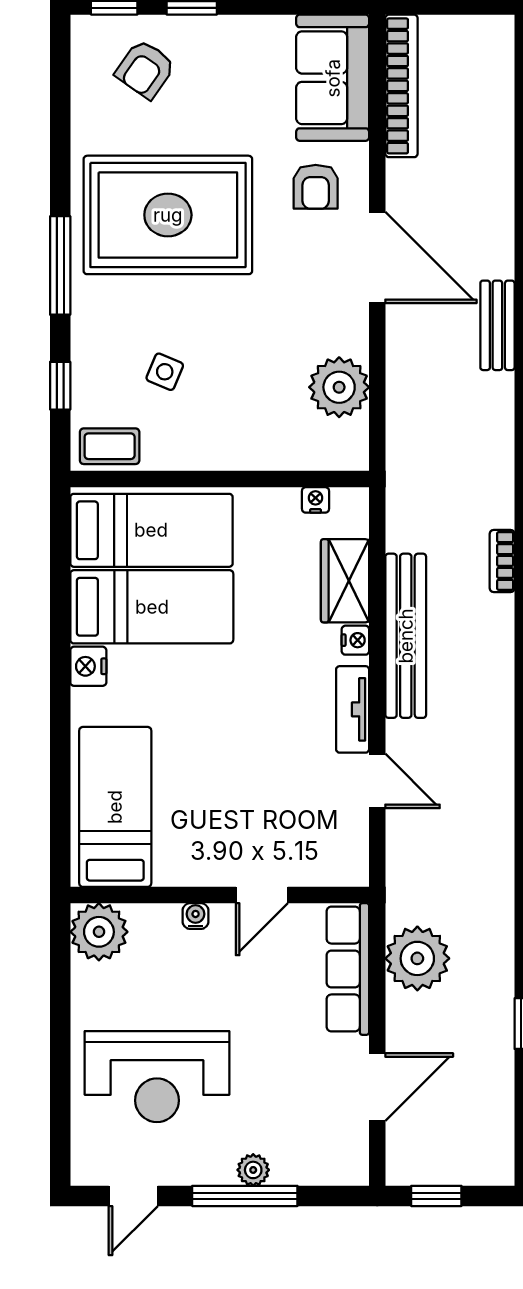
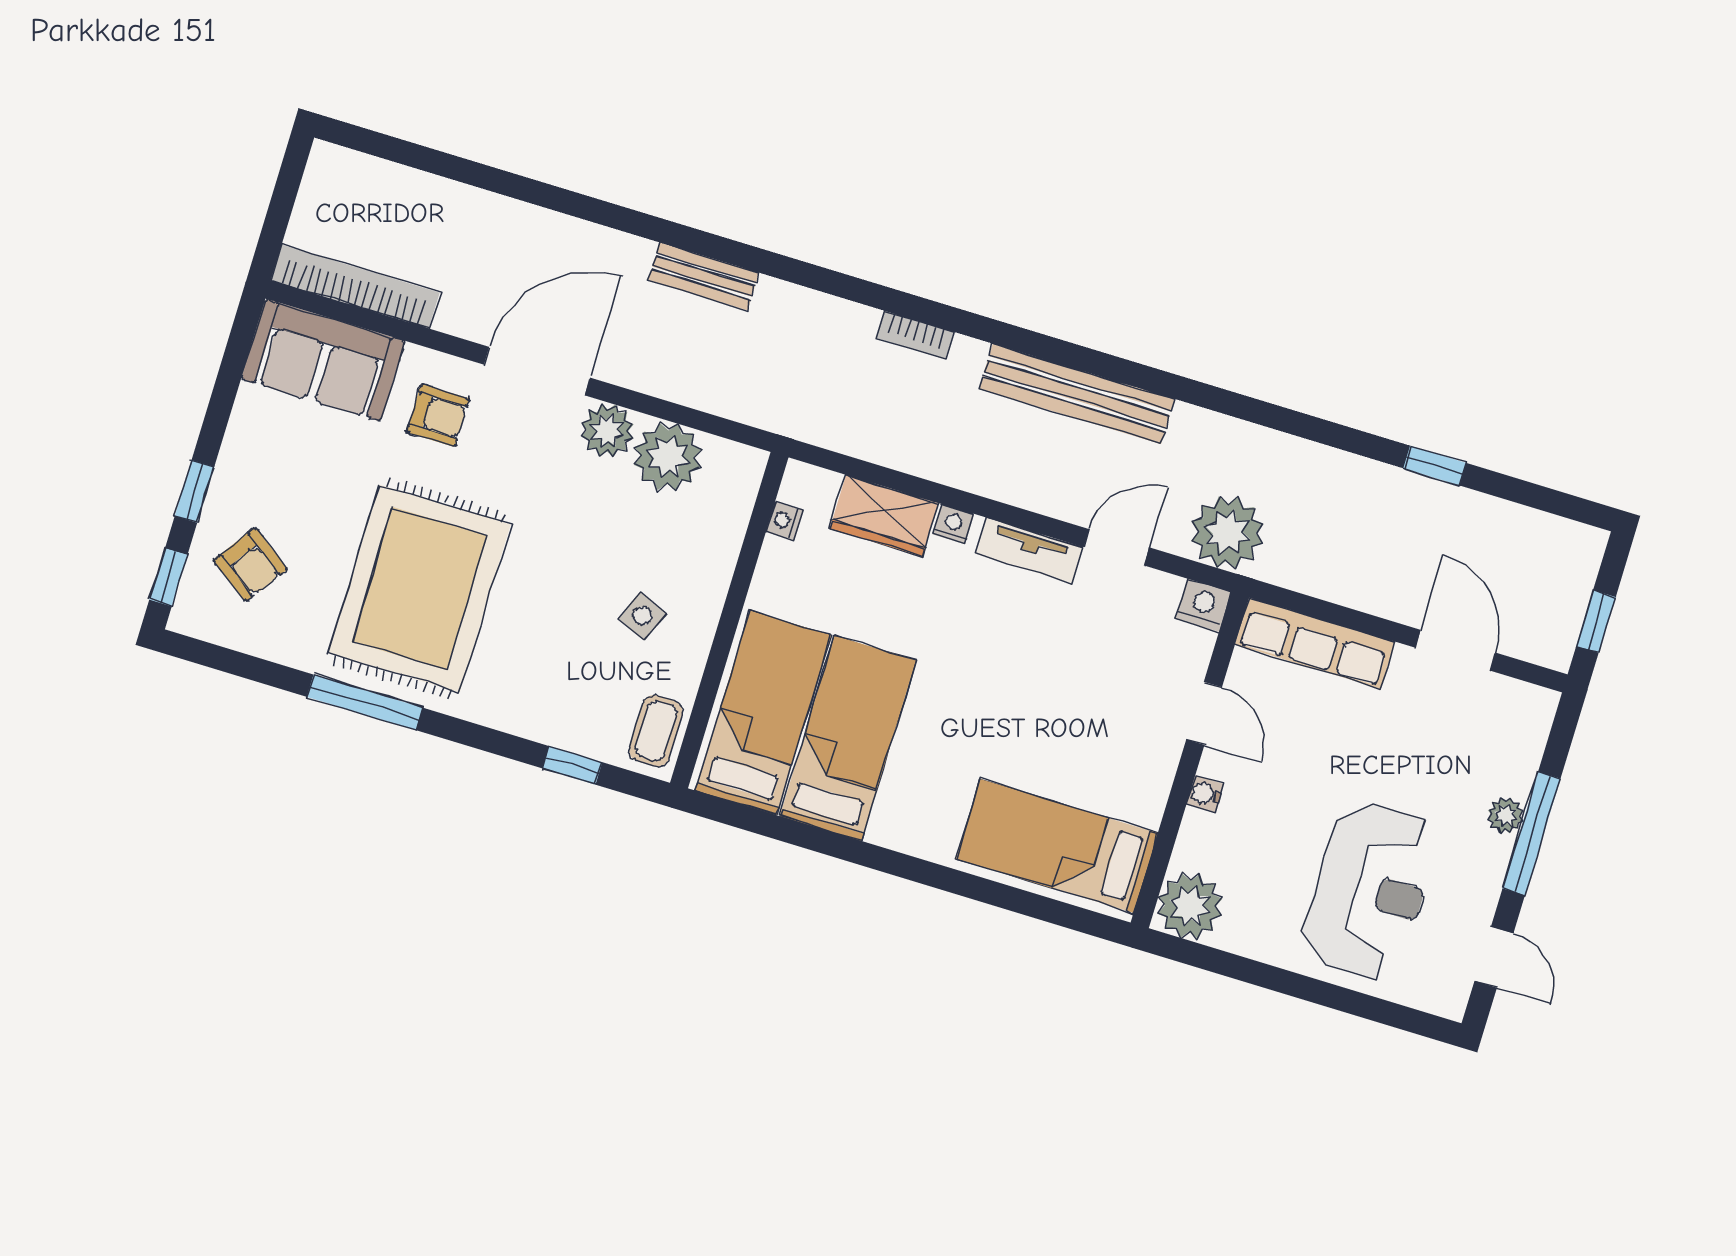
window: (60, 265) -> (365, 702), moved
bench: (497, 325) -> (704, 276), moved
plant: (346, 331) -> (607, 431), added
side table: (165, 372) -> (642, 616), moved
bench: (406, 636) -> (1077, 394), moved
nightstand: (88, 666) -> (1203, 605), moved, turned 180
plant: (417, 958) -> (1227, 532), moved

